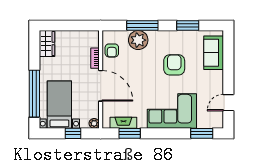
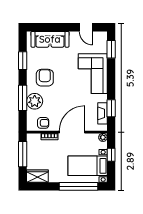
window: (74, 25) -> (23, 154), added
sofa: (214, 53) -> (50, 39), width x1.36
armchair: (174, 65) -> (45, 78), moved, turned 90

